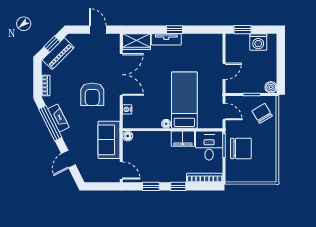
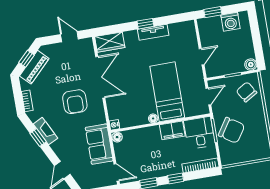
tv unit: (166, 39) -> (153, 32), moved
nightstand: (127, 109) -> (114, 125), moved
door: (224, 111) -> (208, 96), hinge flipped
window: (50, 123) -> (38, 138), width x0.46
chair: (241, 148) -> (231, 130), turned 33

